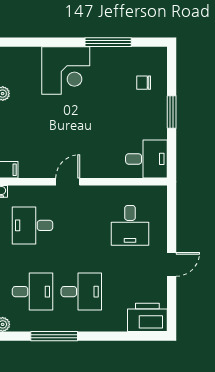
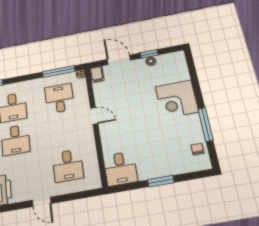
chair: (144, 83) -> (197, 149), moved
desk: (130, 225) -> (68, 166), turned -90

